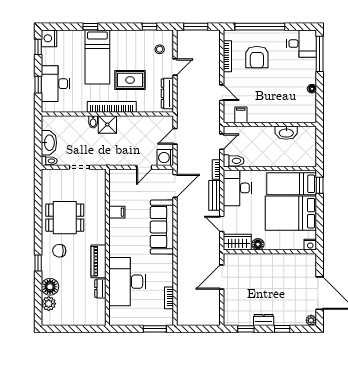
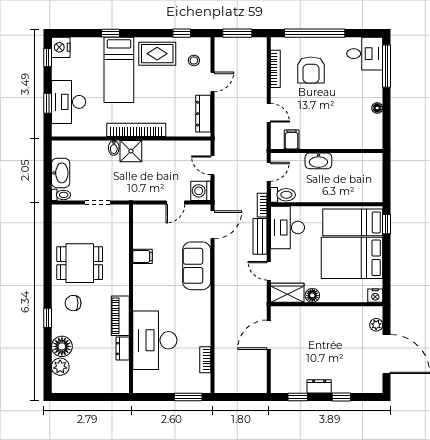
rug: (130, 80) -> (157, 54), moved
washbasin: (286, 133) -> (318, 161), moved
door: (175, 136) -> (212, 165), hinge flipped
sofa: (162, 227) -> (197, 266), width x0.73
plant: (311, 320) -> (376, 325), moved

